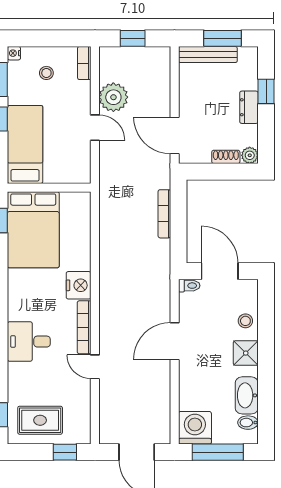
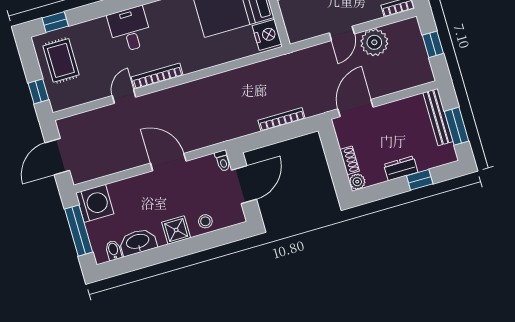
nightstand: (79, 285) -> (267, 35), moved, turned -90

